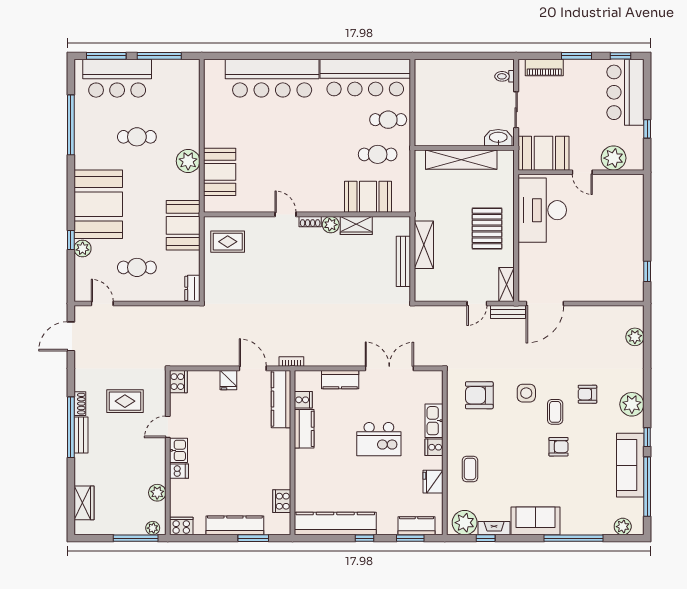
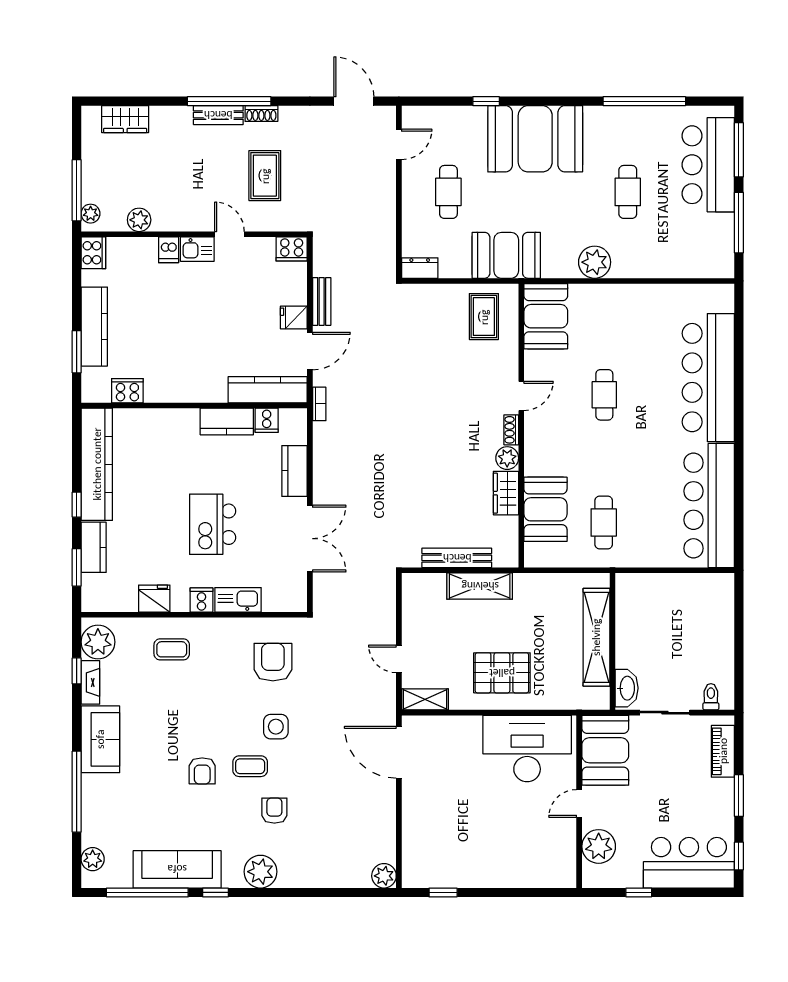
cafe table: (388, 120) -> (604, 395), moved
booth: (220, 172) -> (546, 316), moved, turned 90
plant: (83, 248) -> (474, 117), removed
bench: (508, 312) -> (322, 301), moved
plant: (635, 337) -> (384, 876), moved
kitchen counter: (417, 526) -> (94, 547), moved

